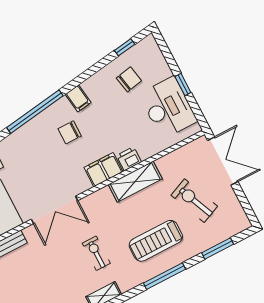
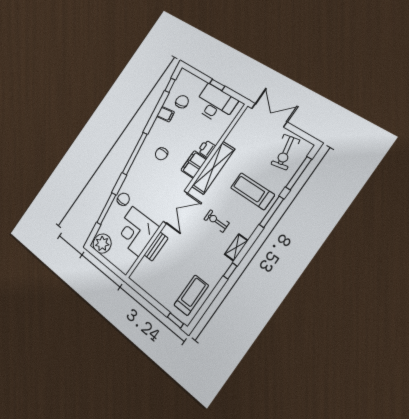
filing cabinet: (78, 98) -> (165, 114), moved
shelving: (135, 182) -> (213, 168), width x1.47
exercise bike: (194, 201) -> (285, 152), moved, turned -78
treadmill: (156, 241) -> (252, 191), turned 90
window: (218, 248) -> (299, 173), width x1.44

